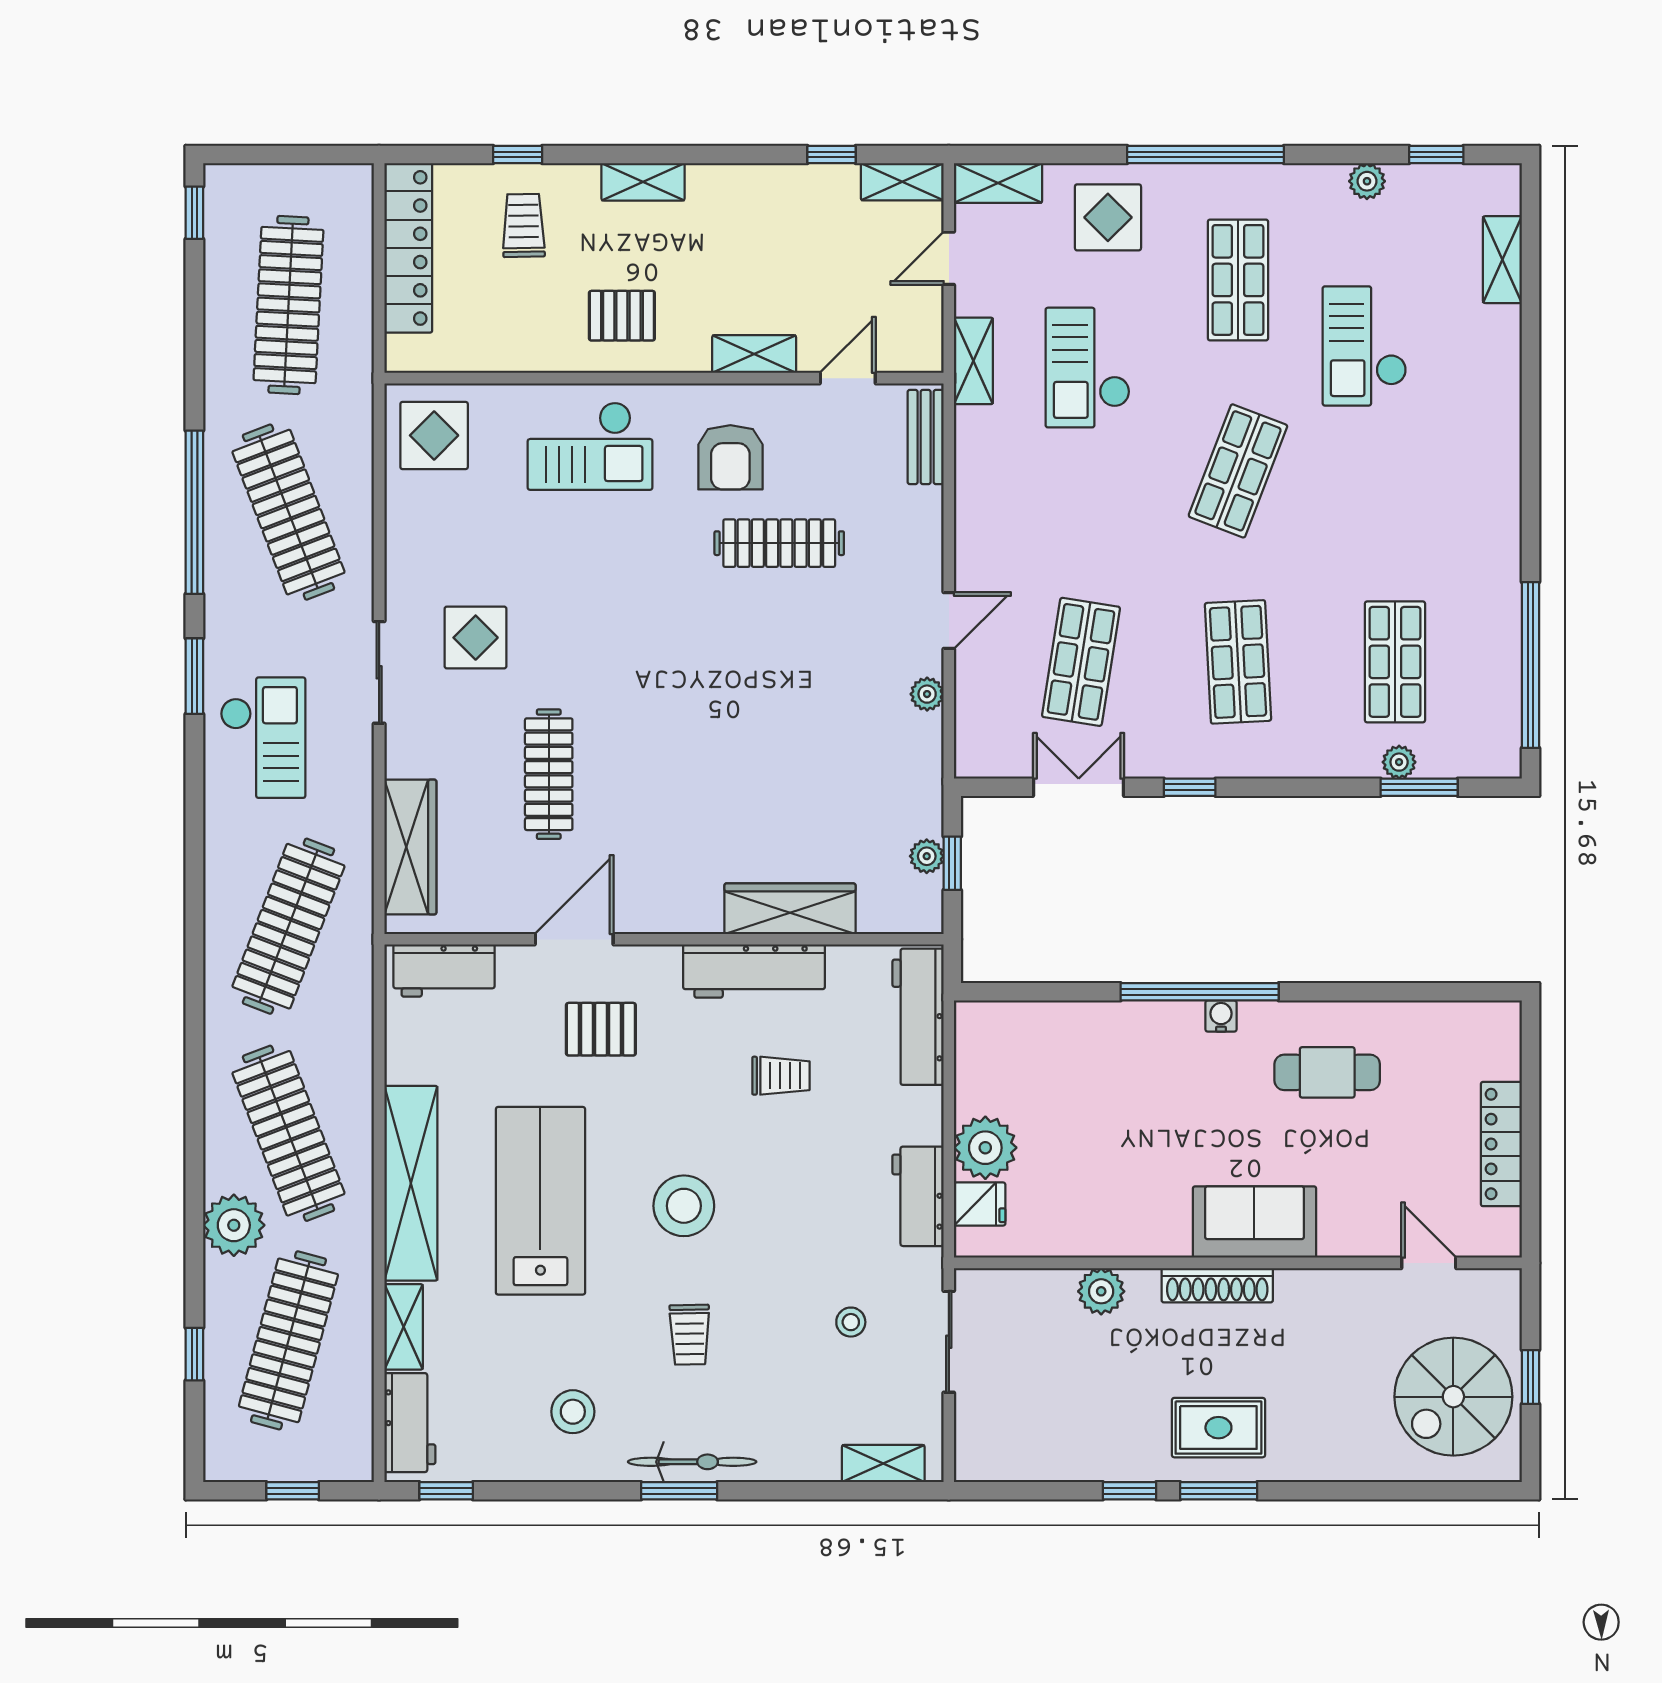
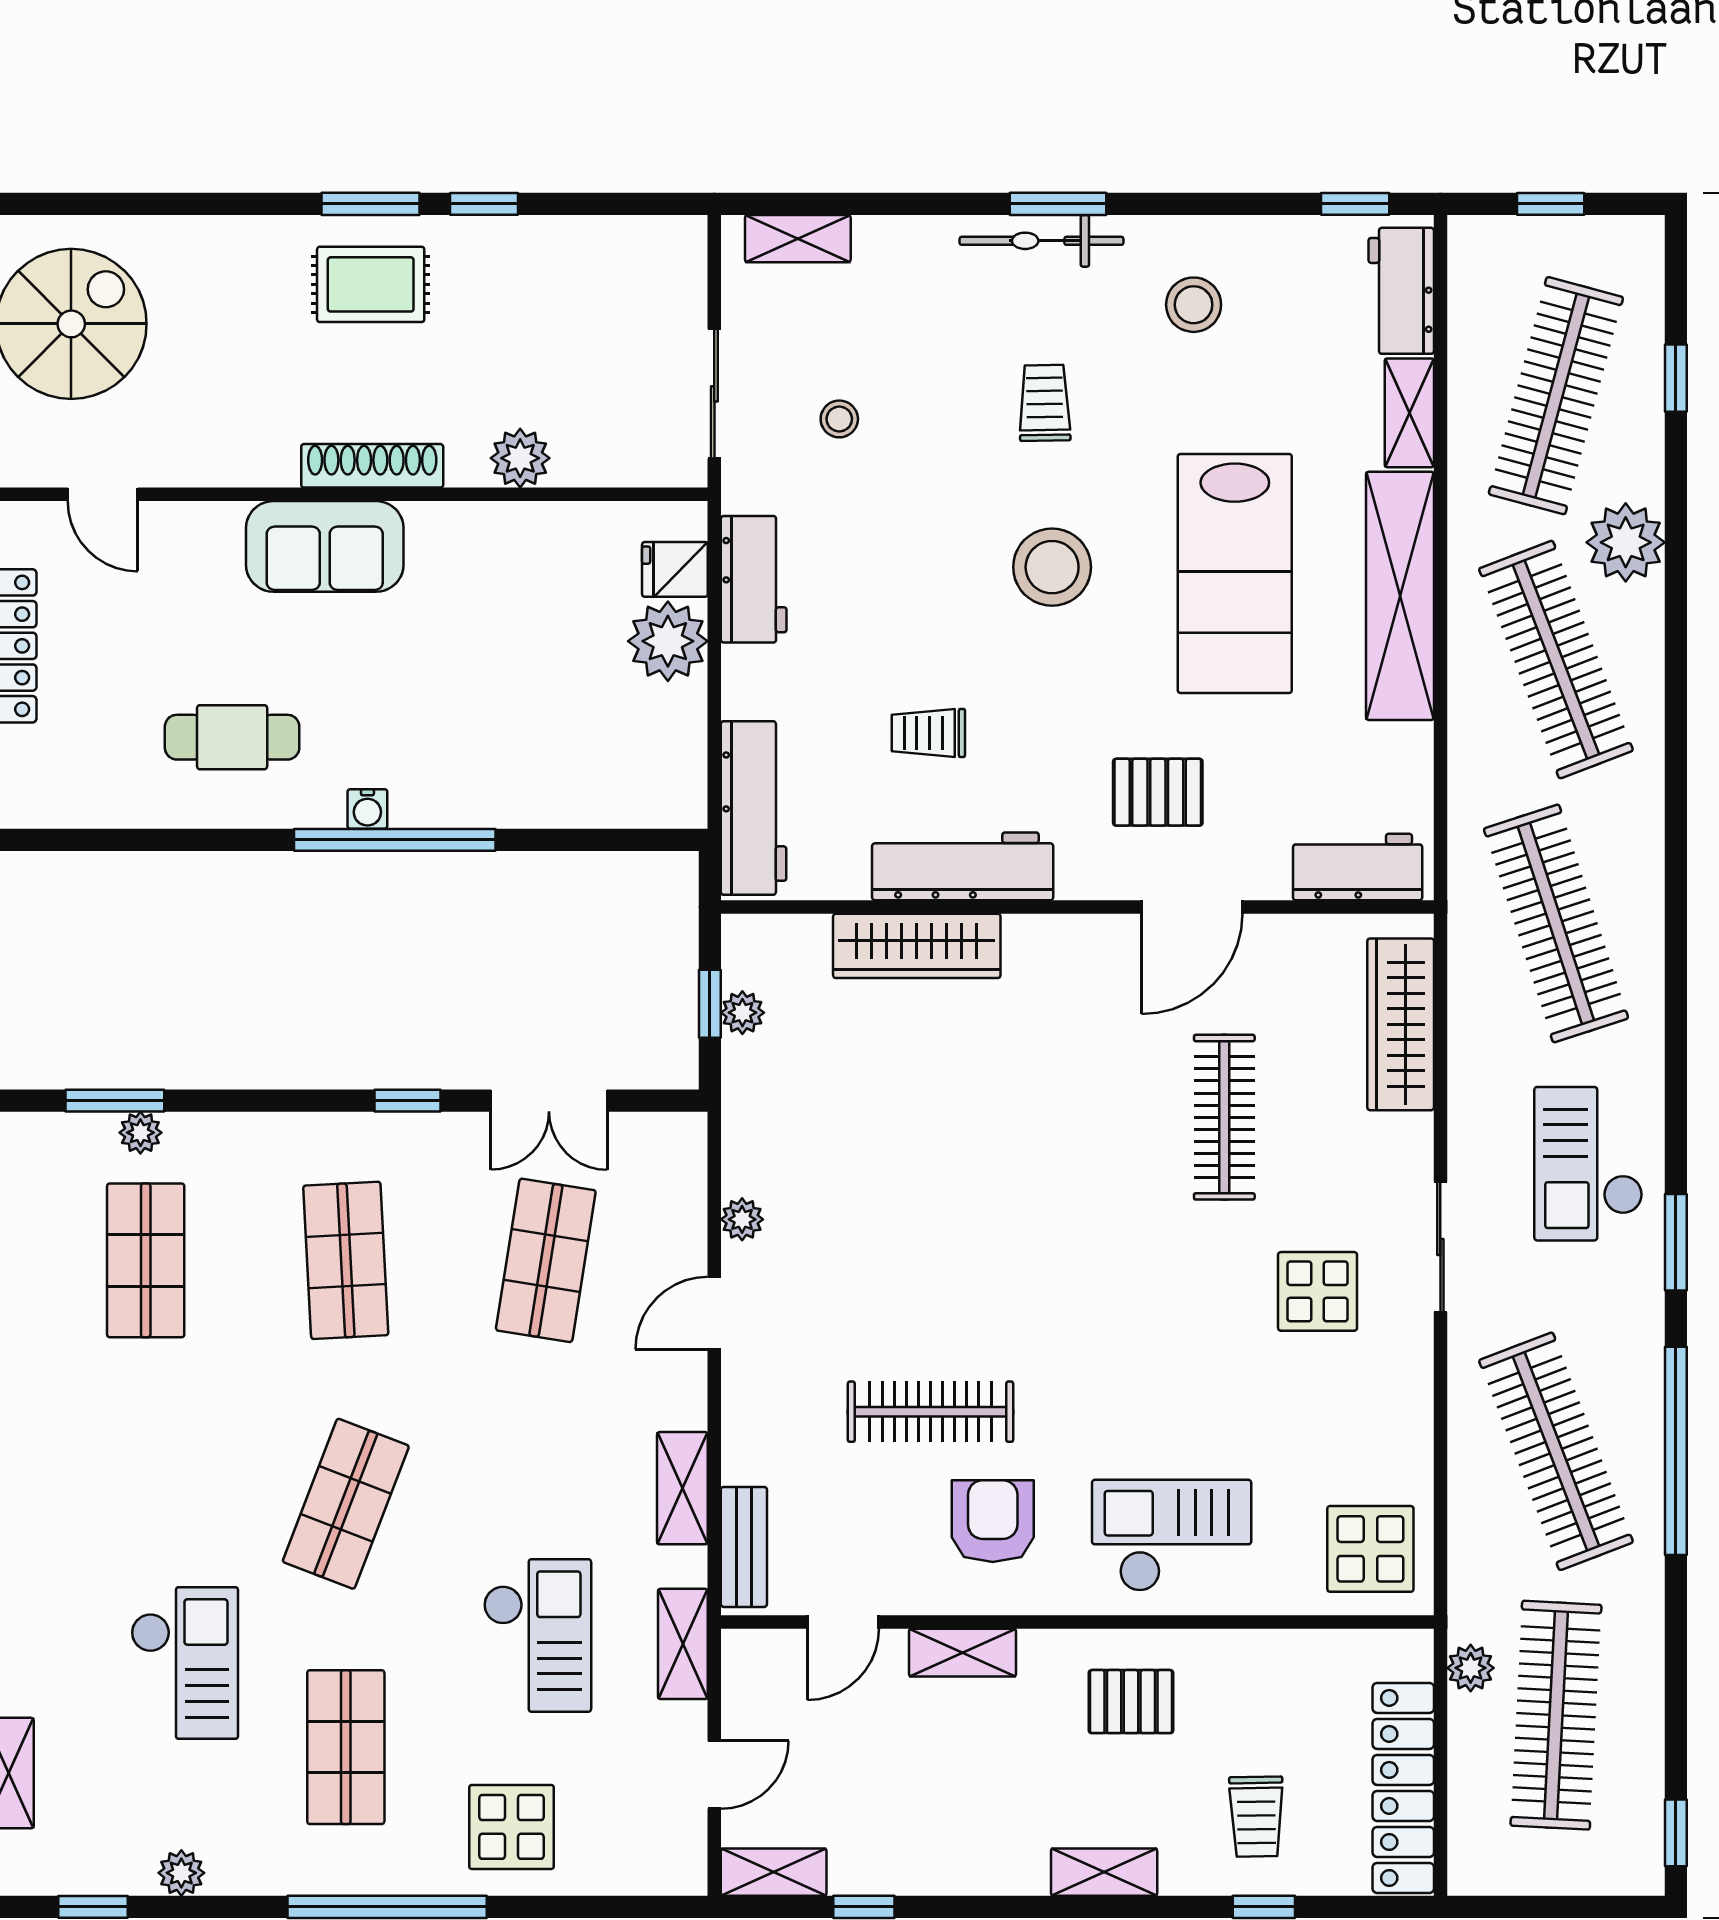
shelving: (998, 183) -> (682, 1488), moved, turned 90
plant: (356, 342) -> (1471, 1668), added
clothes rail: (288, 926) -> (1556, 923), turned -39

